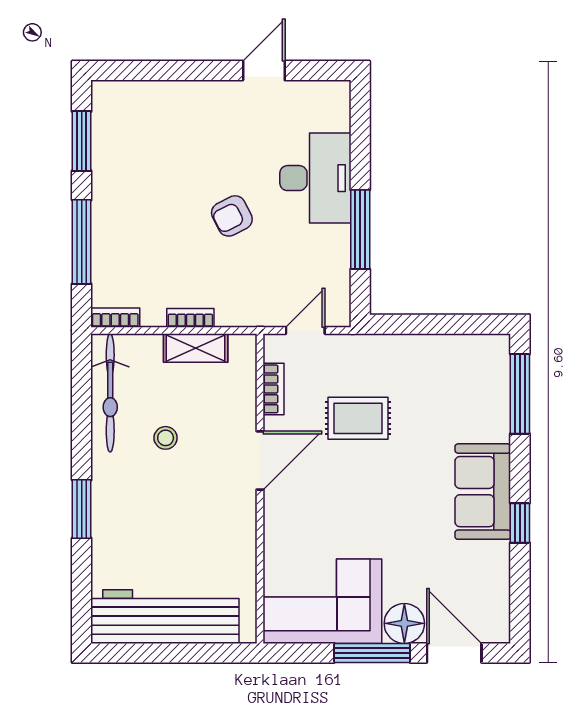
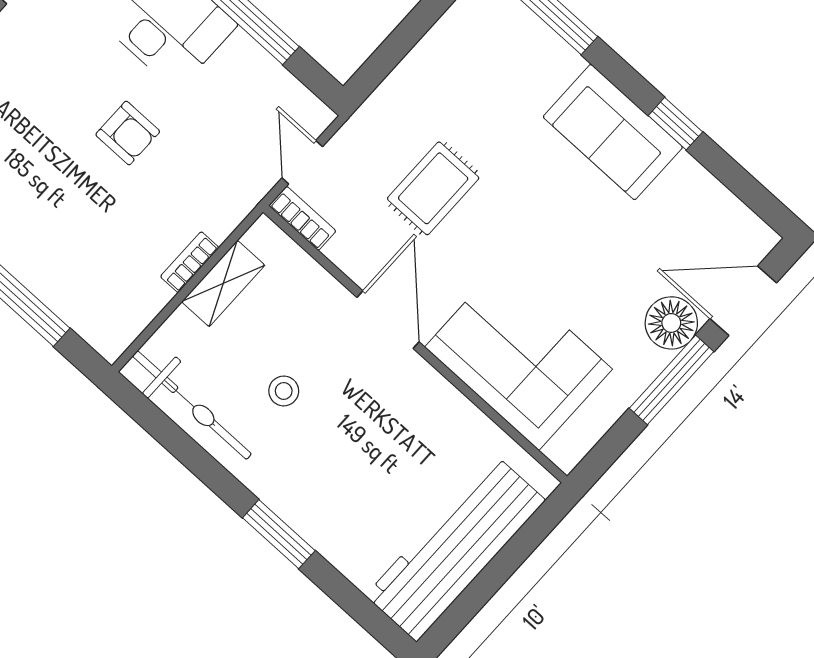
armchair: (232, 216) -> (128, 133), turned -63
bookcase: (115, 318) -> (124, 334), removed
bookcase: (273, 389) -> (302, 218), moved
corner sofa: (322, 601) -> (519, 358), moved, turned 90

